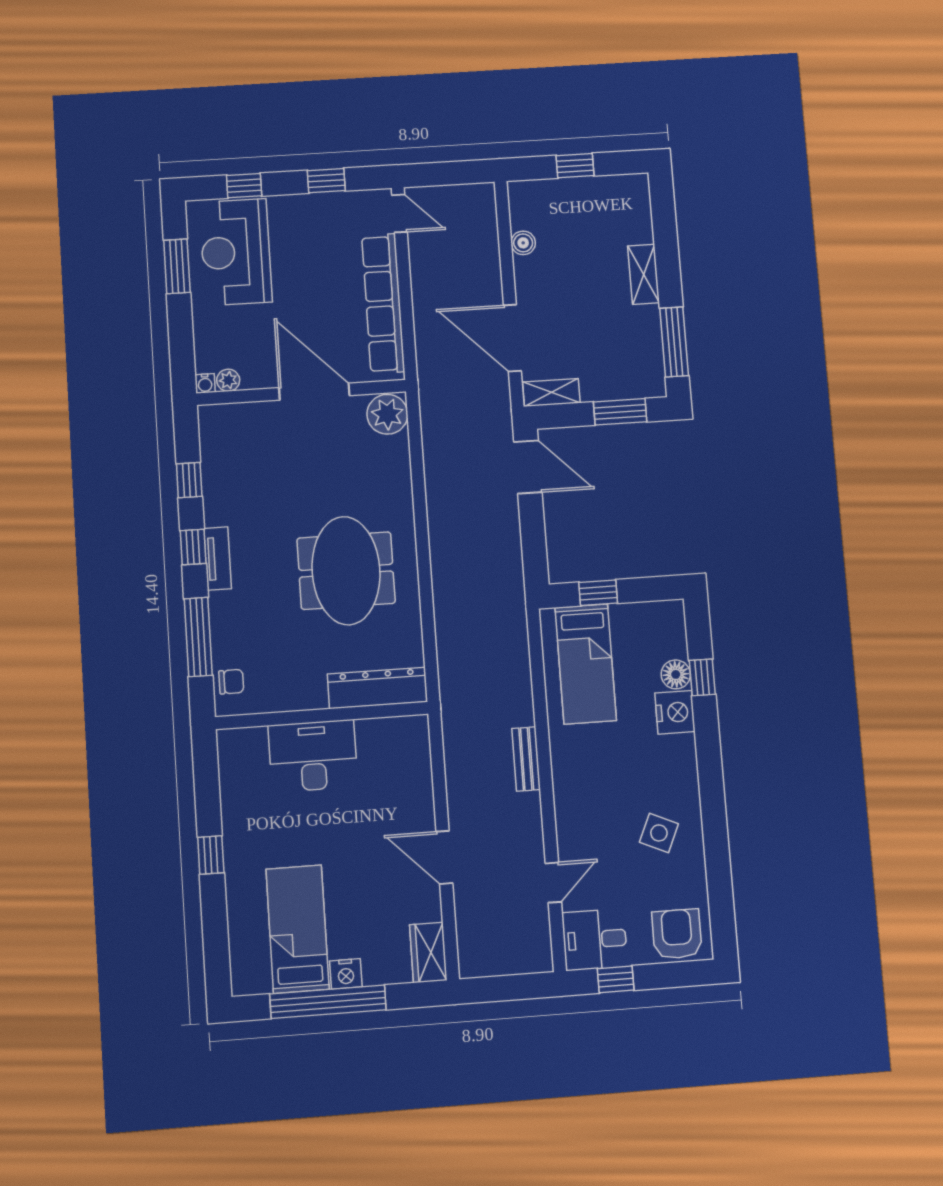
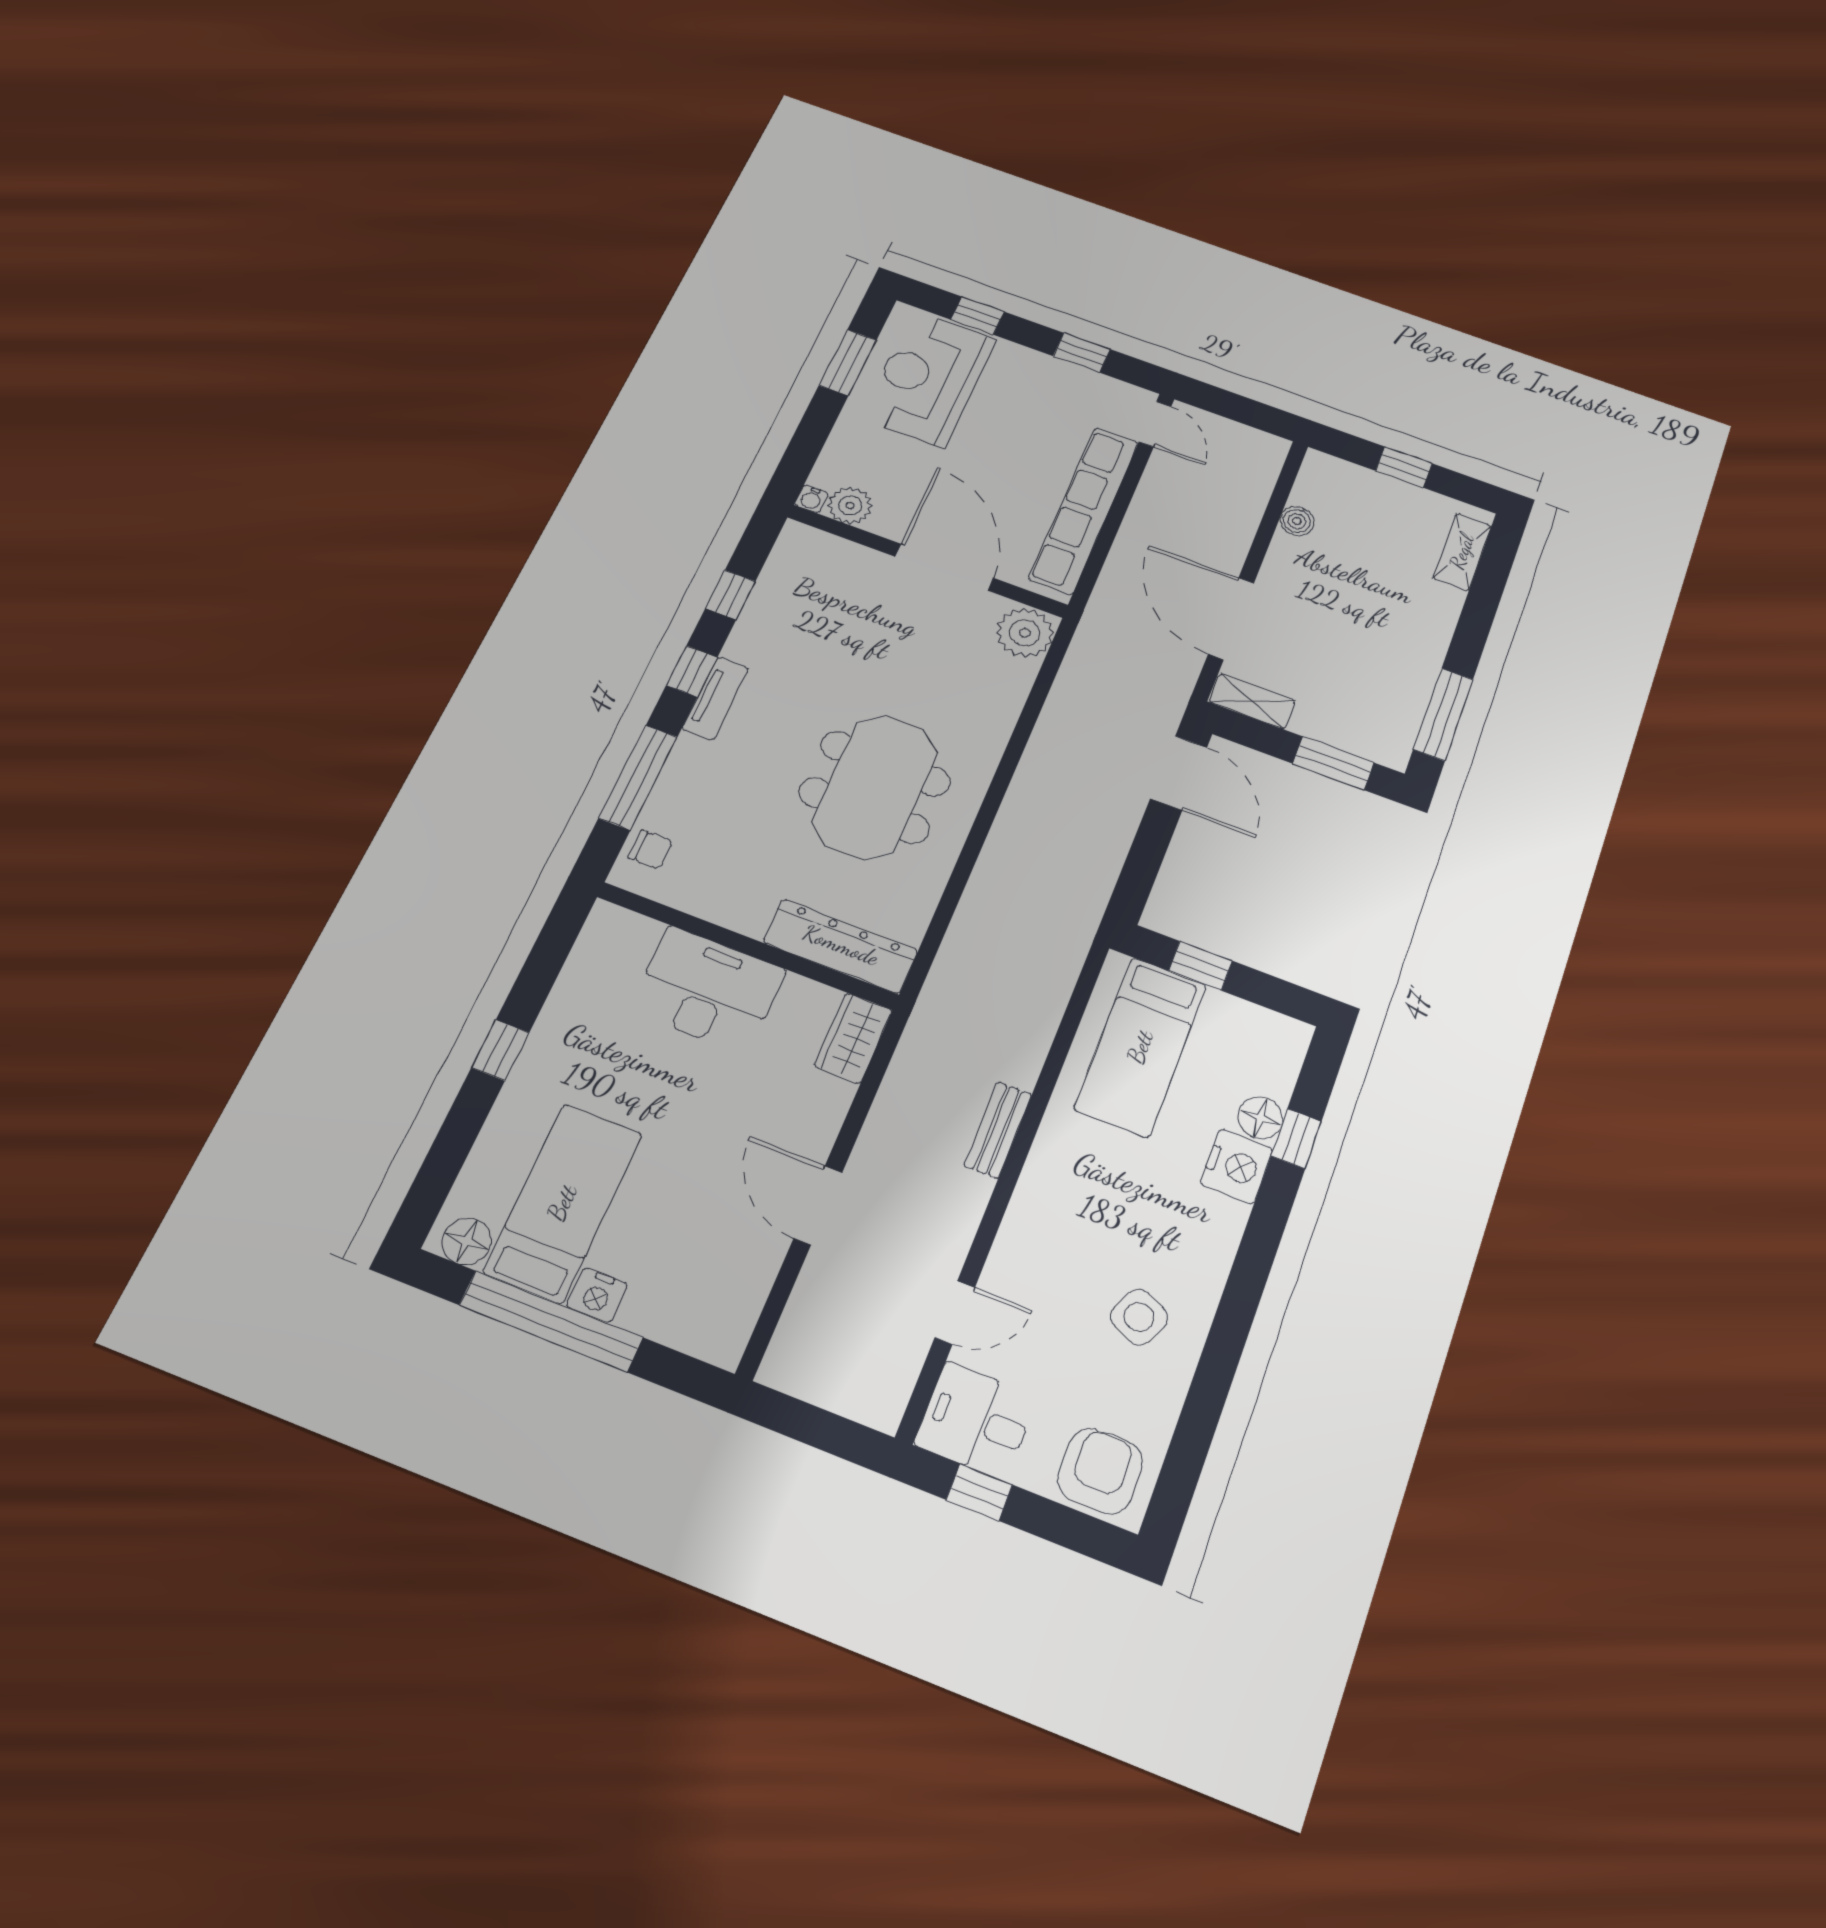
shelving: (644, 274) -> (1462, 552), moved
plant: (228, 380) -> (850, 506), width x1.38, depth x1.38
wardrobe: (428, 952) -> (853, 1038), moved
floor lamp: (255, 980) -> (467, 1241), added

